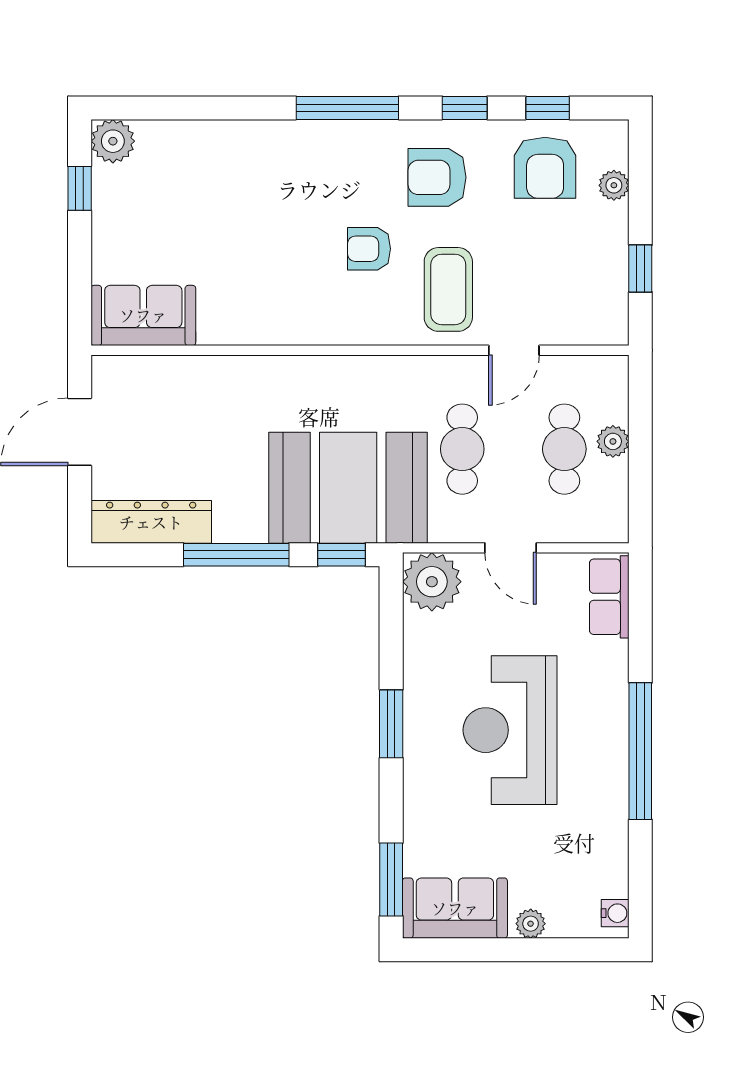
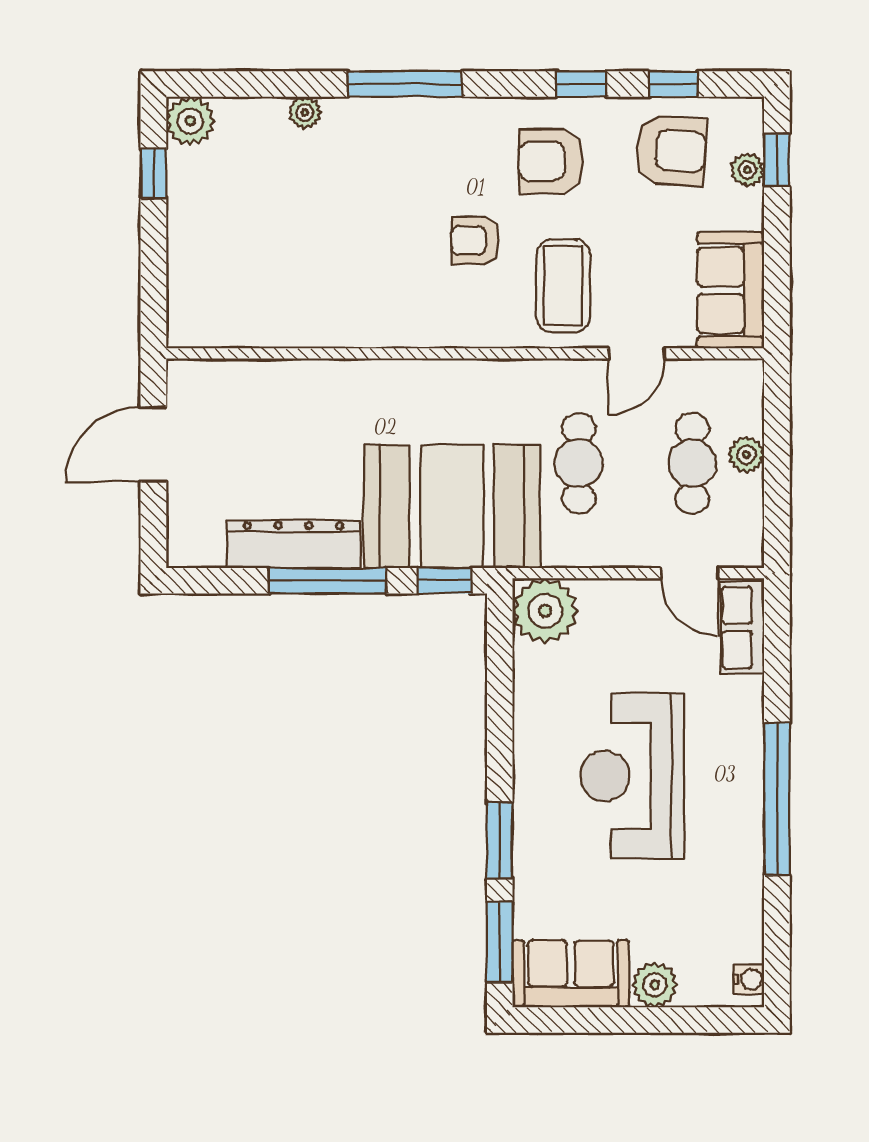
window: (347, 108) -> (405, 84), moved
plant: (216, 134) -> (305, 113), added
armchair: (545, 168) -> (671, 150), turned -86
window: (640, 268) -> (777, 160), moved
sofa: (143, 315) -> (731, 290), moved, turned -90
dresser: (151, 522) -> (294, 544), moved
door: (511, 548) -> (690, 573), moved
window: (391, 724) -> (500, 841), moved
plant: (531, 924) -> (655, 985), width x1.38, depth x1.38

